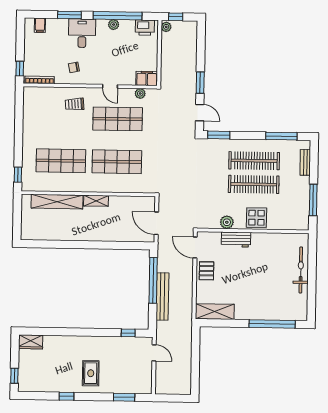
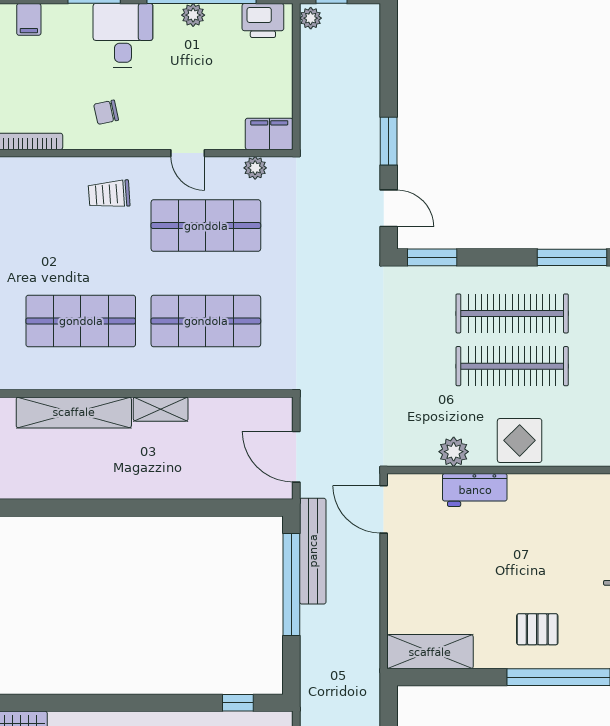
pallet: (207, 271) -> (537, 629), moved, turned 90
bench: (162, 296) -> (313, 551), moved

